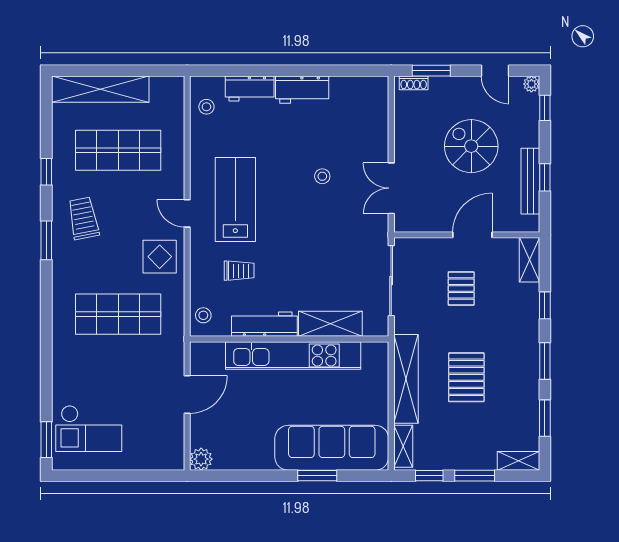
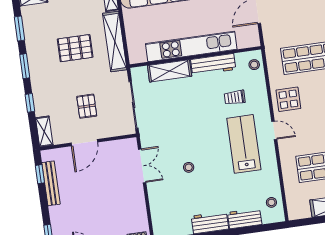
spiral stairs: (471, 146) -> (93, 201), removed
window: (545, 177) -> (40, 174), moved
lab bench: (235, 199) -> (244, 144), turned 180
pallet: (466, 377) -> (75, 48), turned 90

